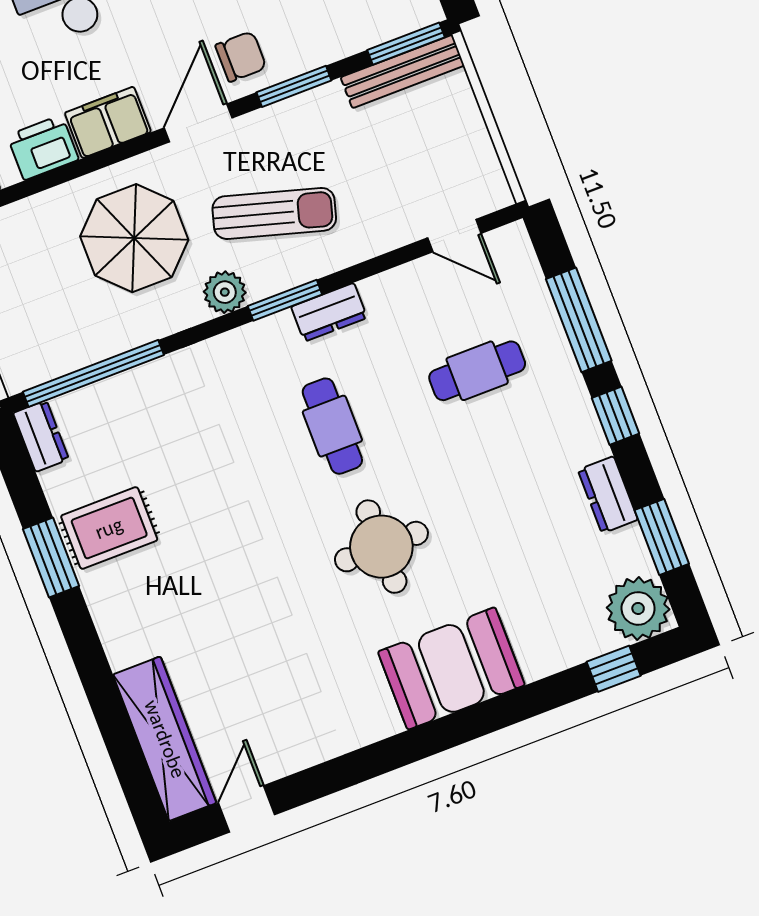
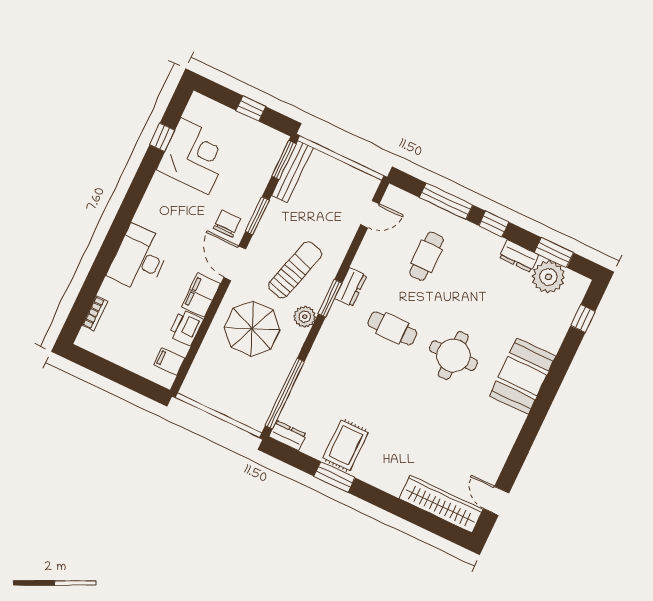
plant: (638, 608) -> (548, 277), moved

